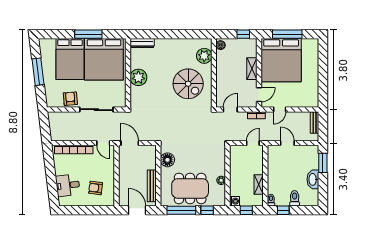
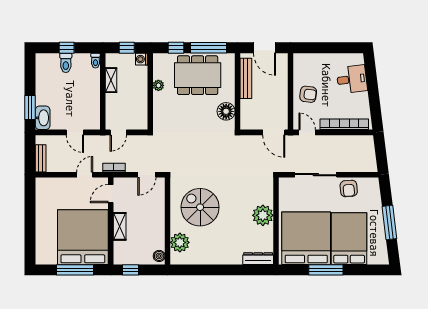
washbasin: (313, 179) -> (43, 118), moved
armchair: (96, 188) -> (308, 94), moved
window: (283, 210) -> (67, 48), moved

